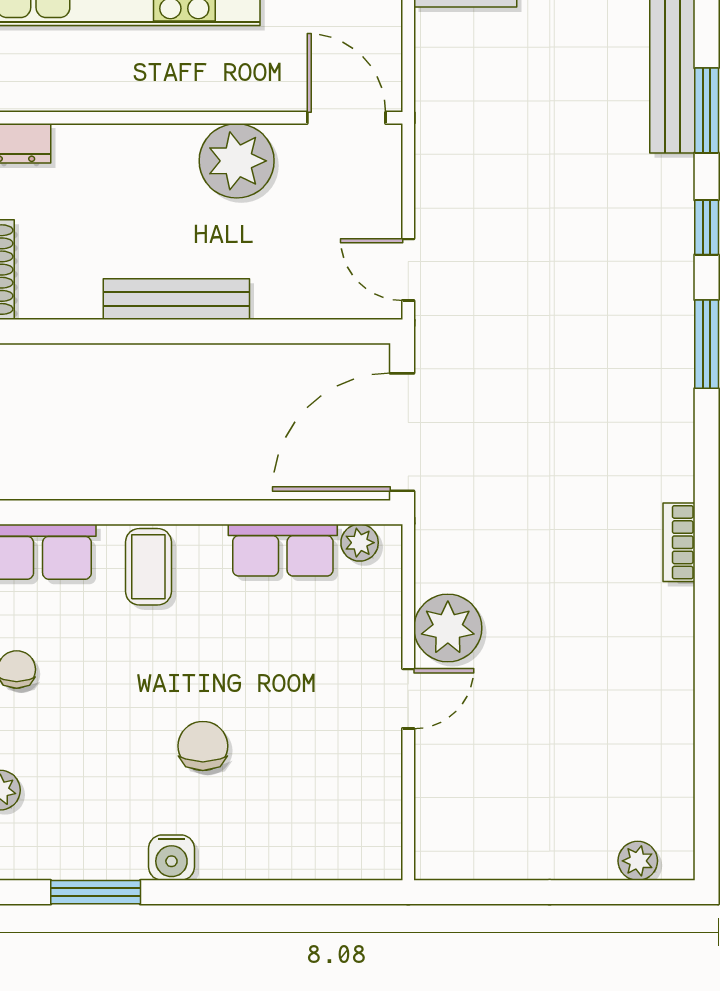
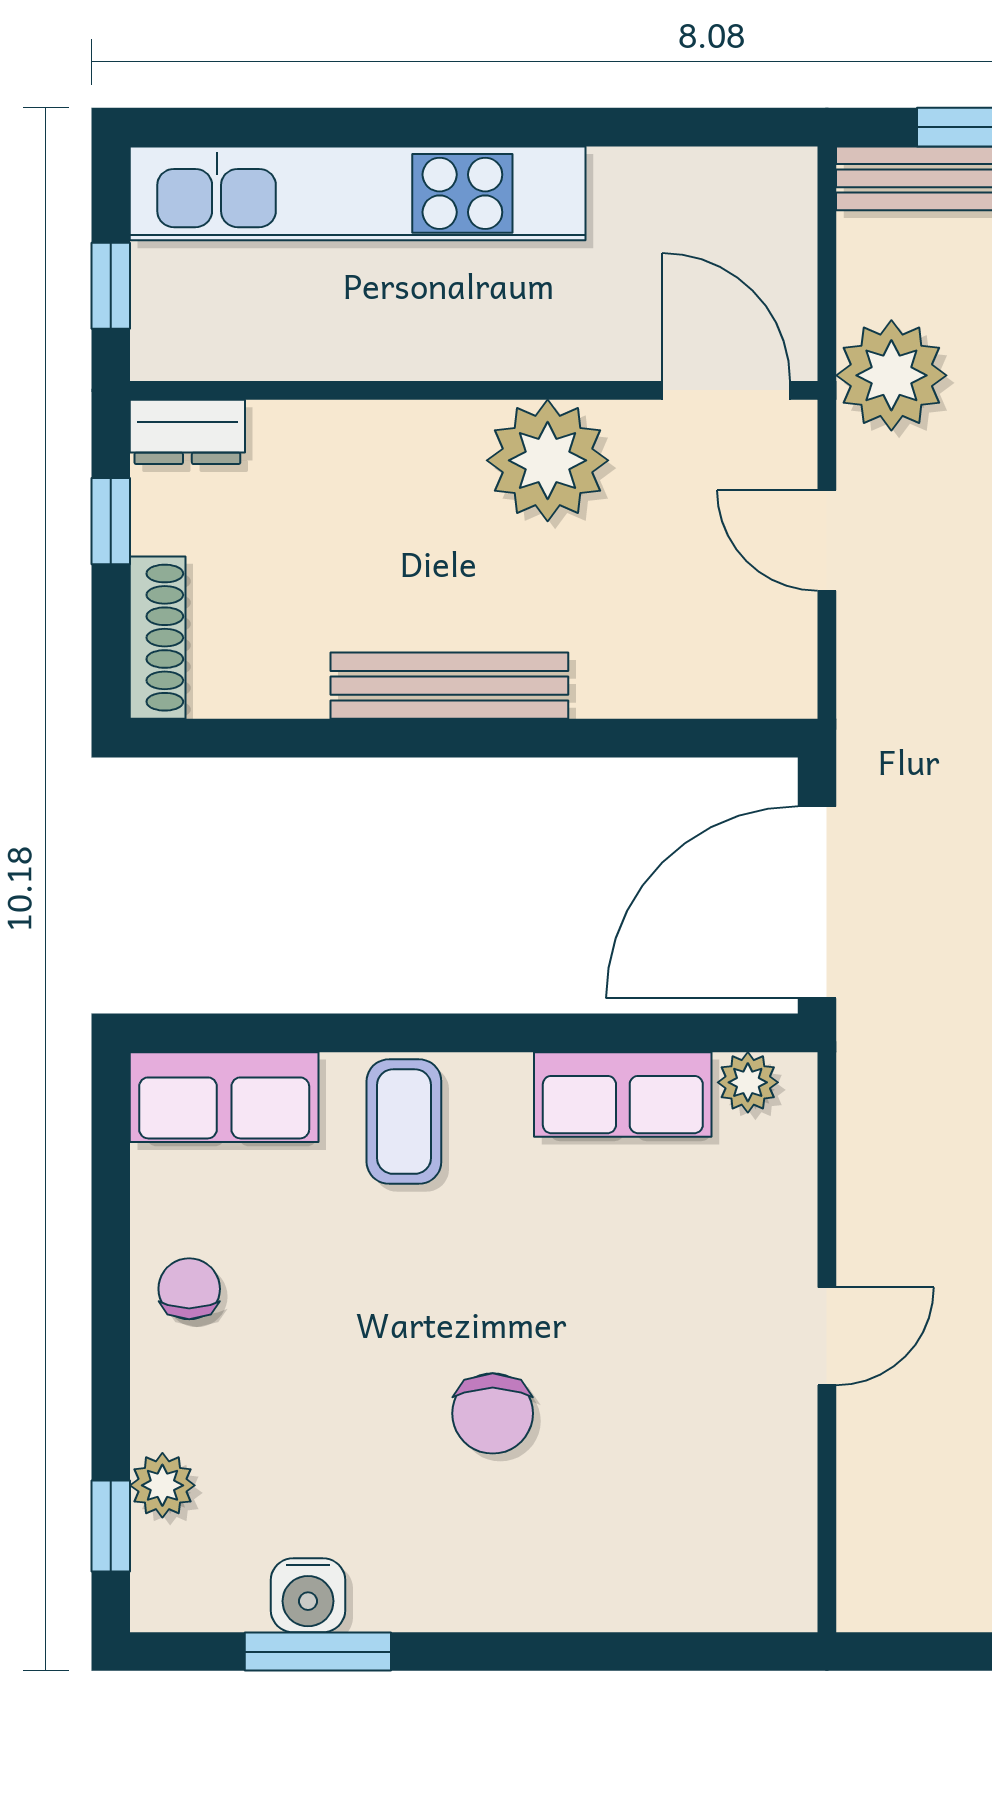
door: (408, 270) -> (827, 541), moved
plant: (448, 628) -> (891, 375), moved
chair: (203, 746) -> (493, 1413), turned 180
water cooler: (171, 858) -> (308, 1595), moved

